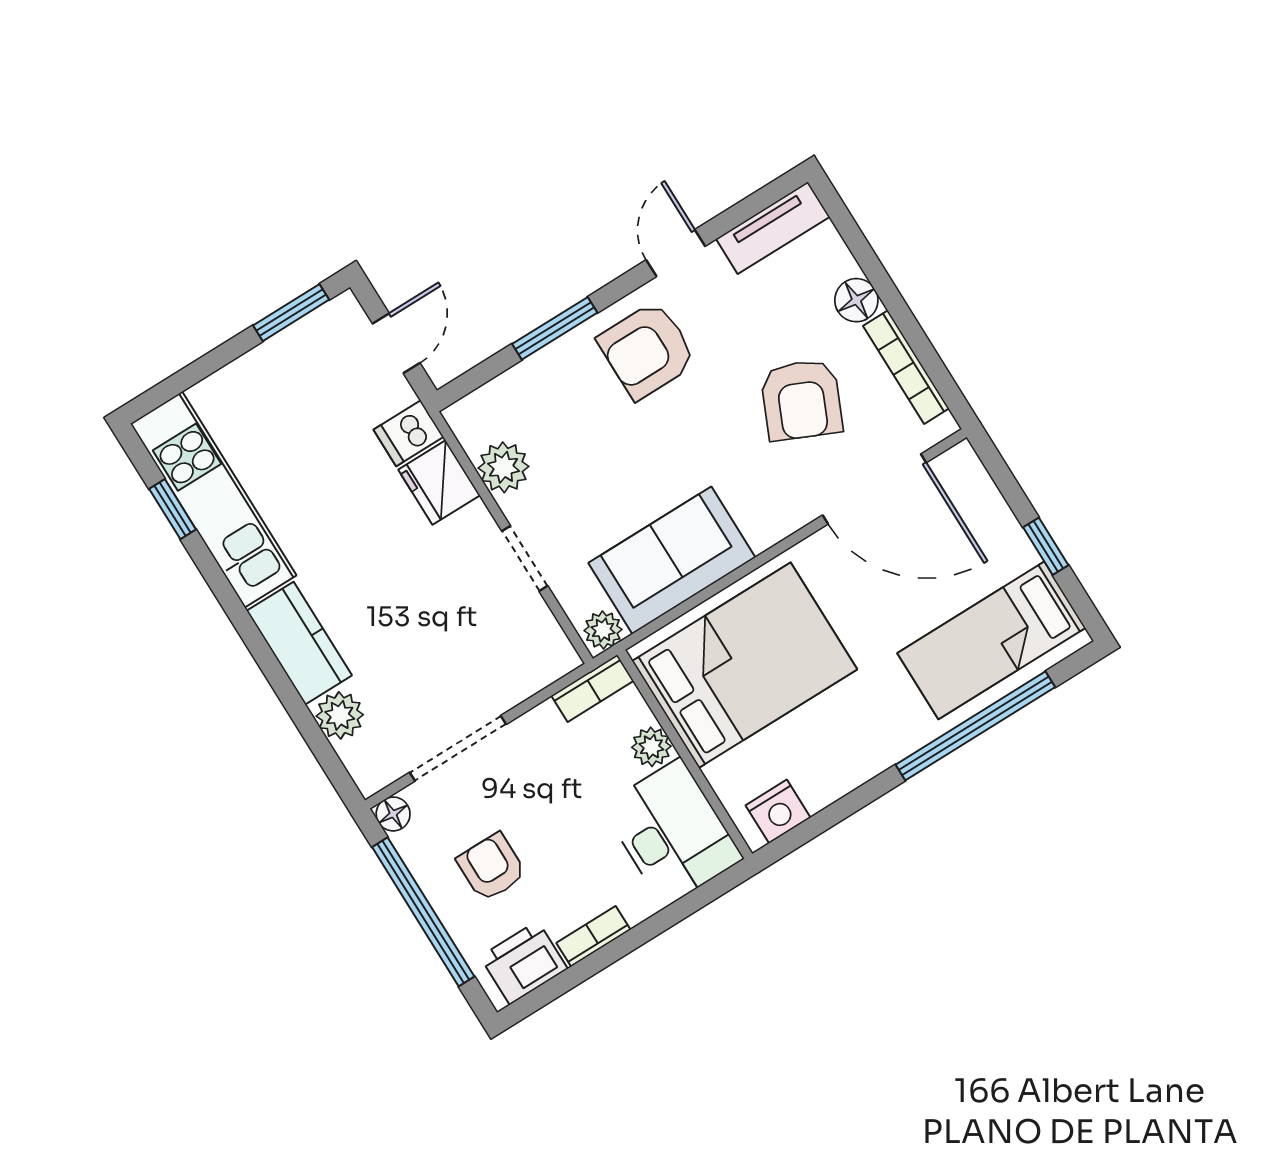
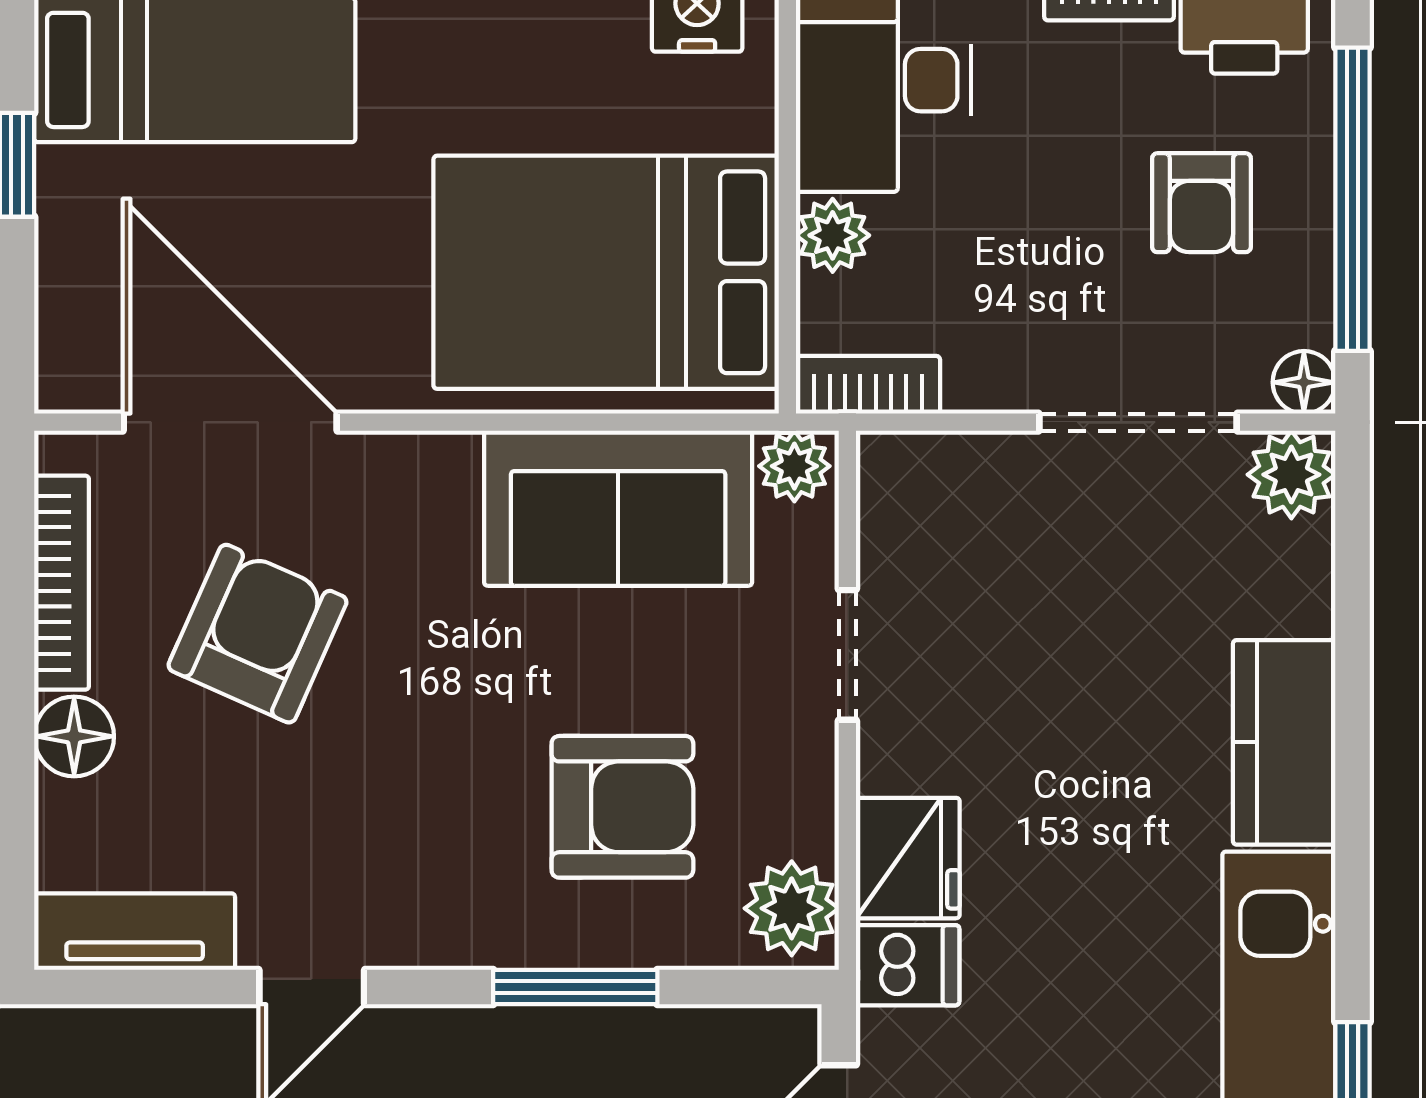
armchair: (647, 350) -> (622, 807), moved
plant: (504, 467) -> (792, 908), moved
plant: (340, 715) -> (1291, 475), moved

